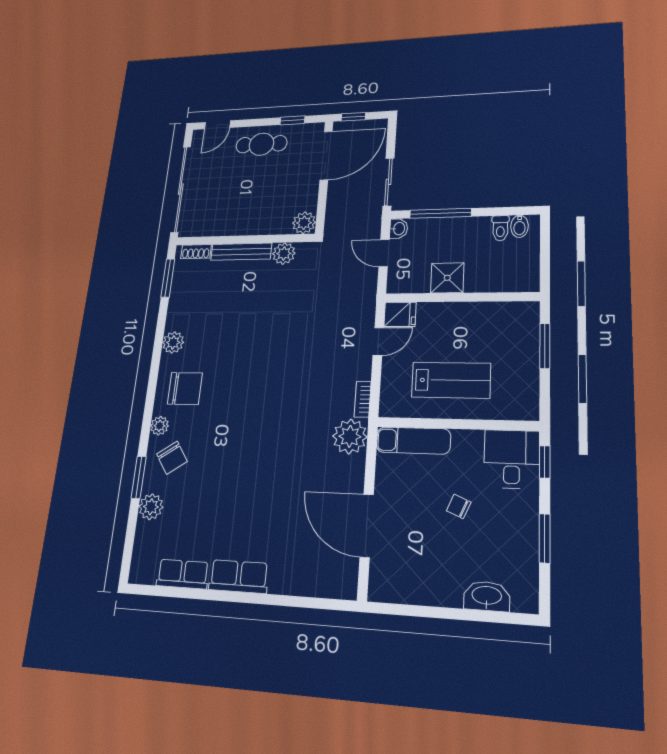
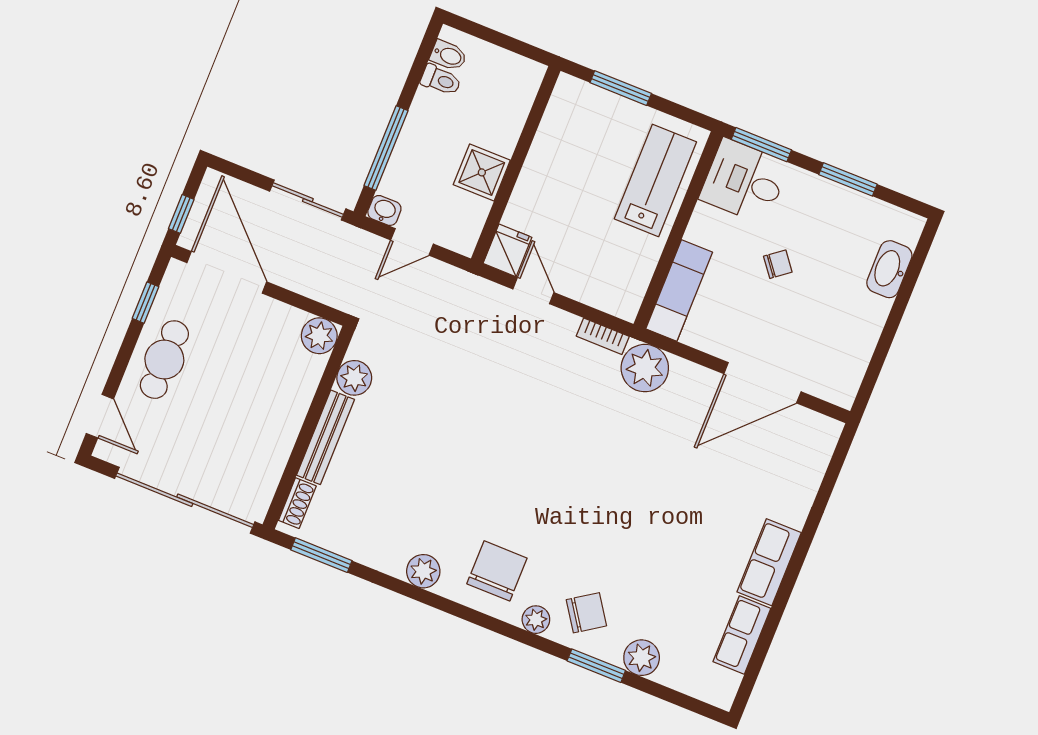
lab bench: (451, 380) -> (655, 180), moved
window: (545, 462) -> (761, 145), width x1.50
chair: (459, 506) -> (778, 264), turned -151

